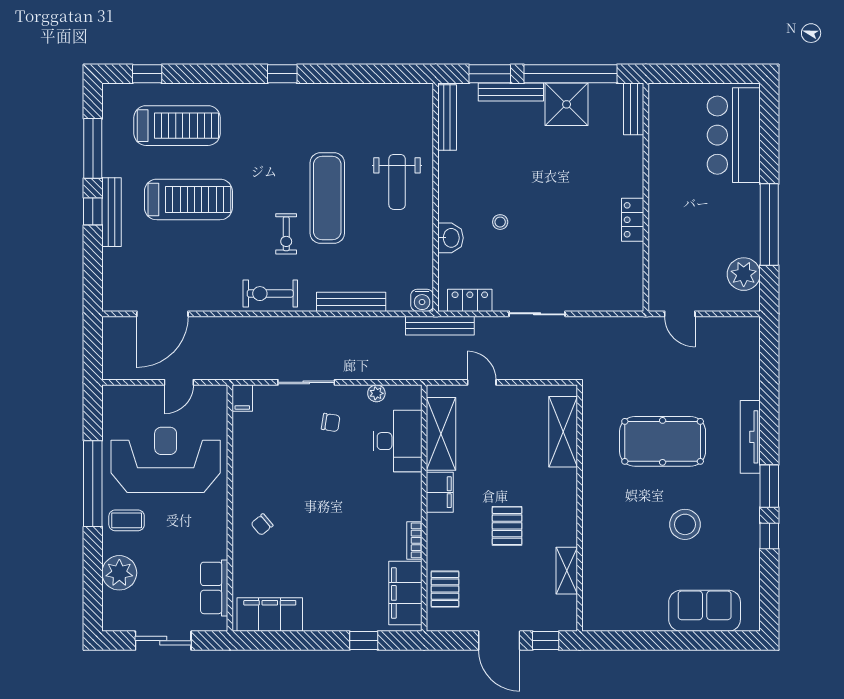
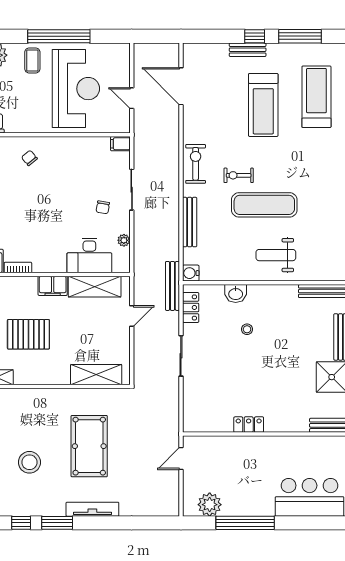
treadmill: (177, 126) -> (316, 97), turned 180
bench: (112, 212) -> (248, 50), width x0.73
pallet: (507, 526) -> (28, 334), width x1.50, depth x1.42

